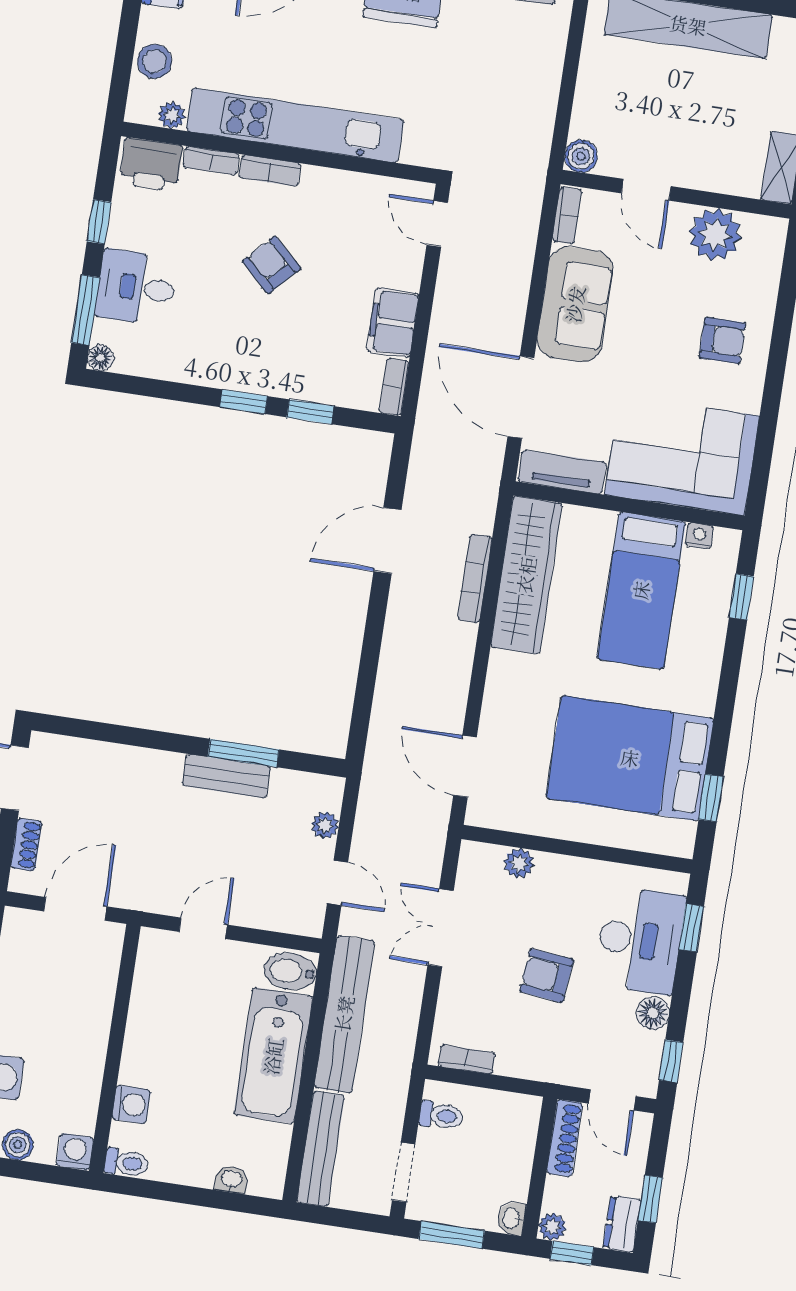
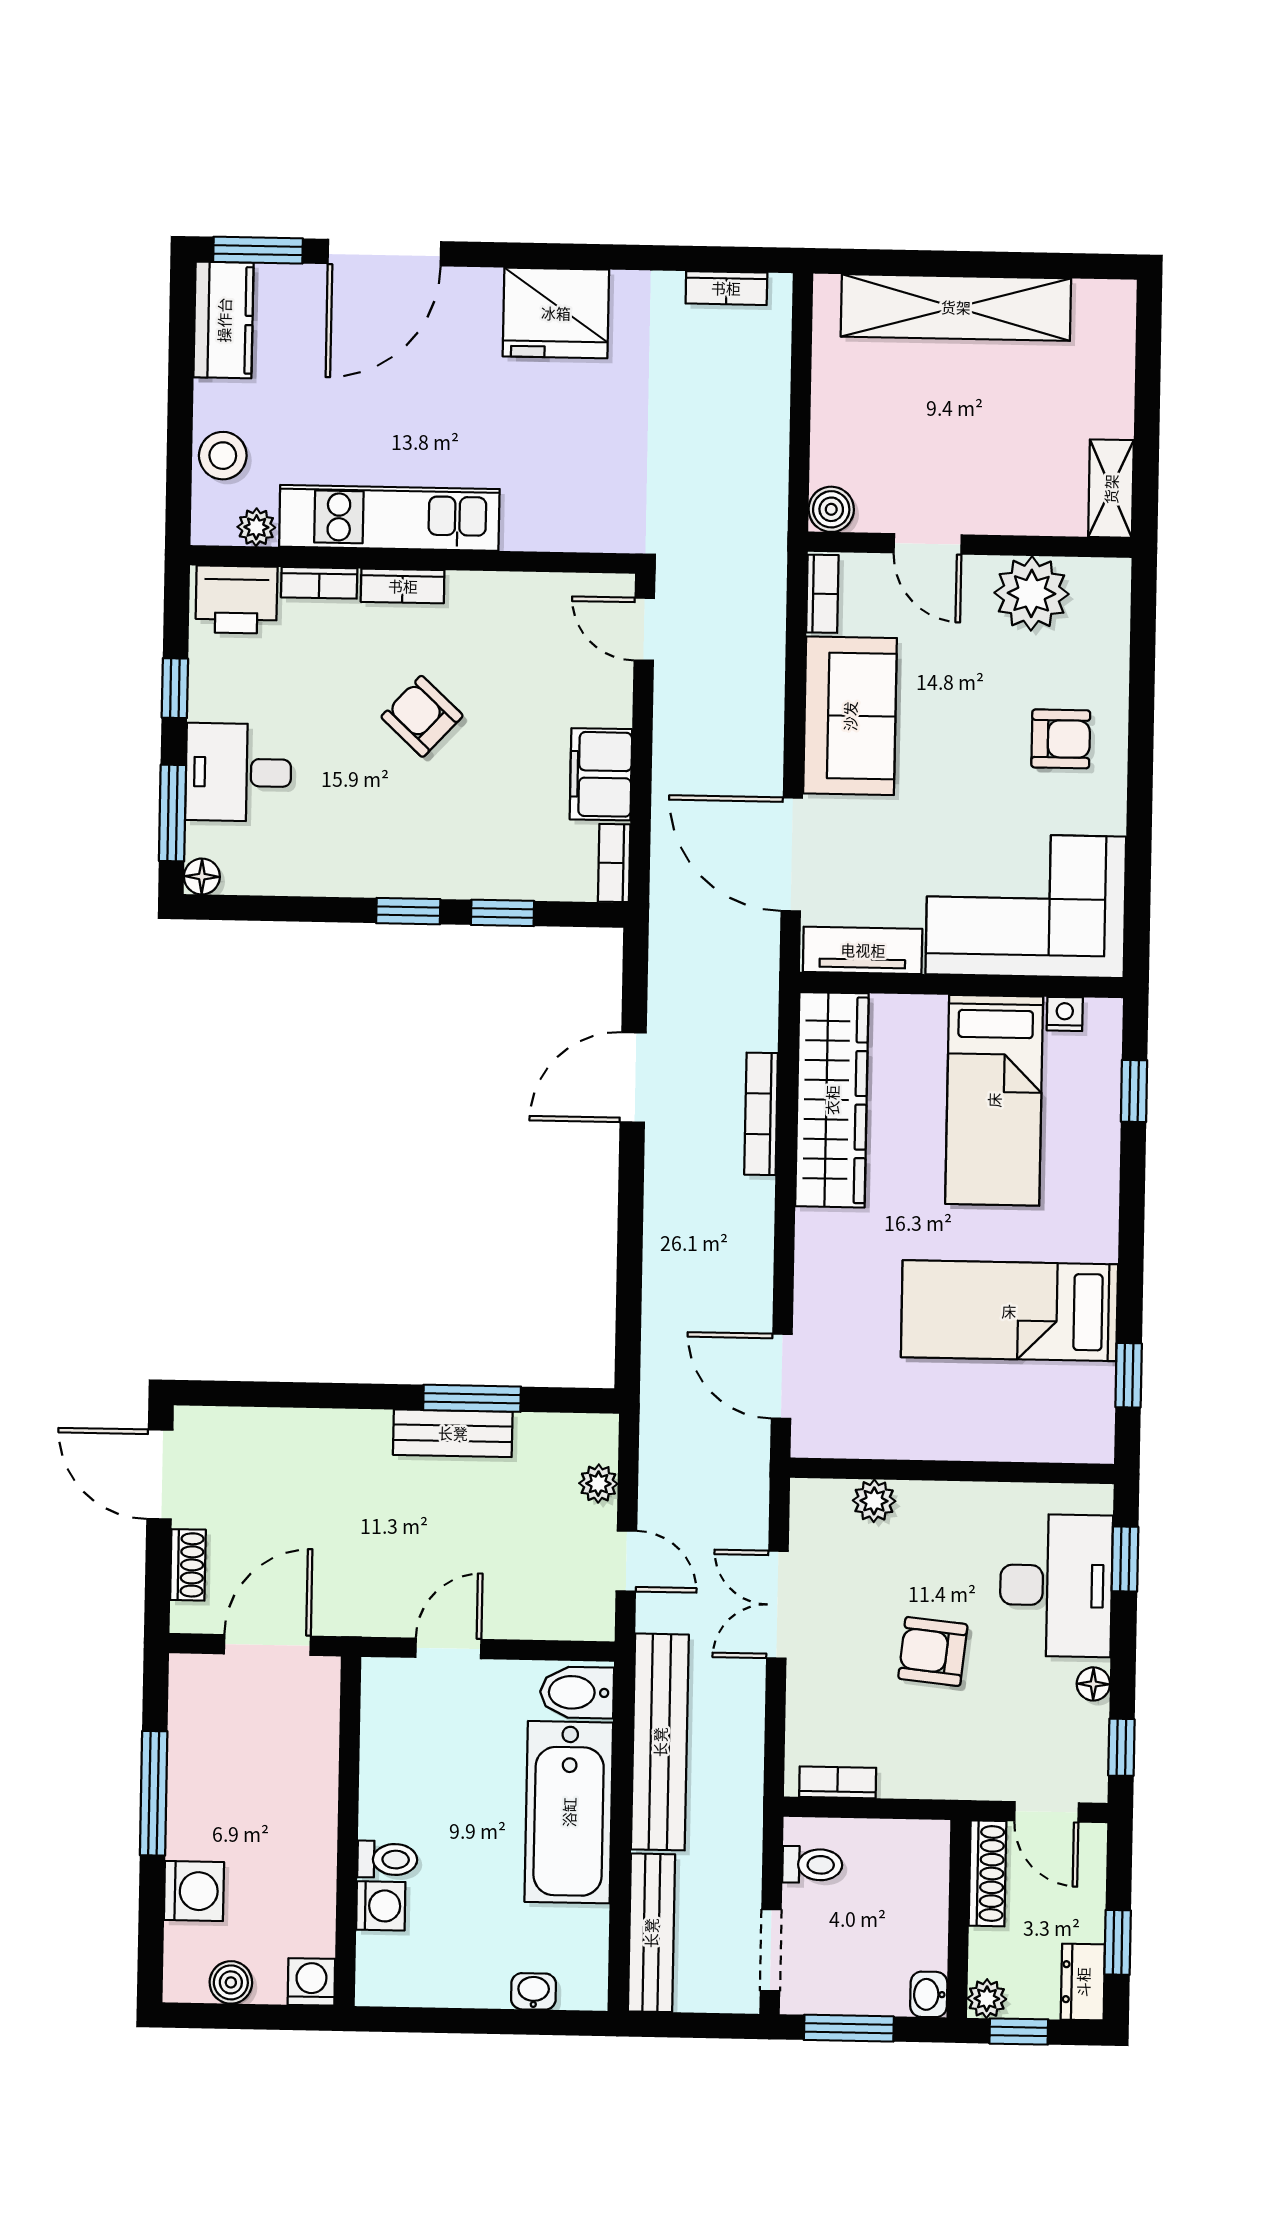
kitchen unit: (295, 125) -> (389, 518), width x0.73
bed: (630, 758) -> (1009, 1311), width x0.67
floor lamp: (653, 1013) -> (1093, 1684), width x0.73, depth x0.73
toilet: (126, 1163) -> (387, 1859), moved

